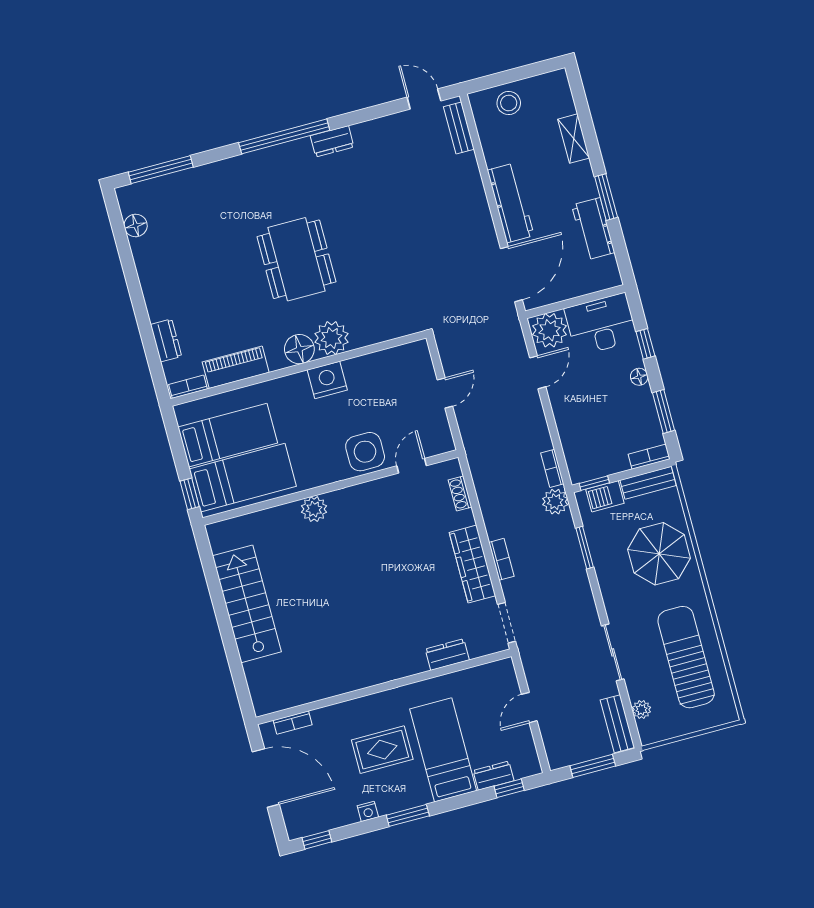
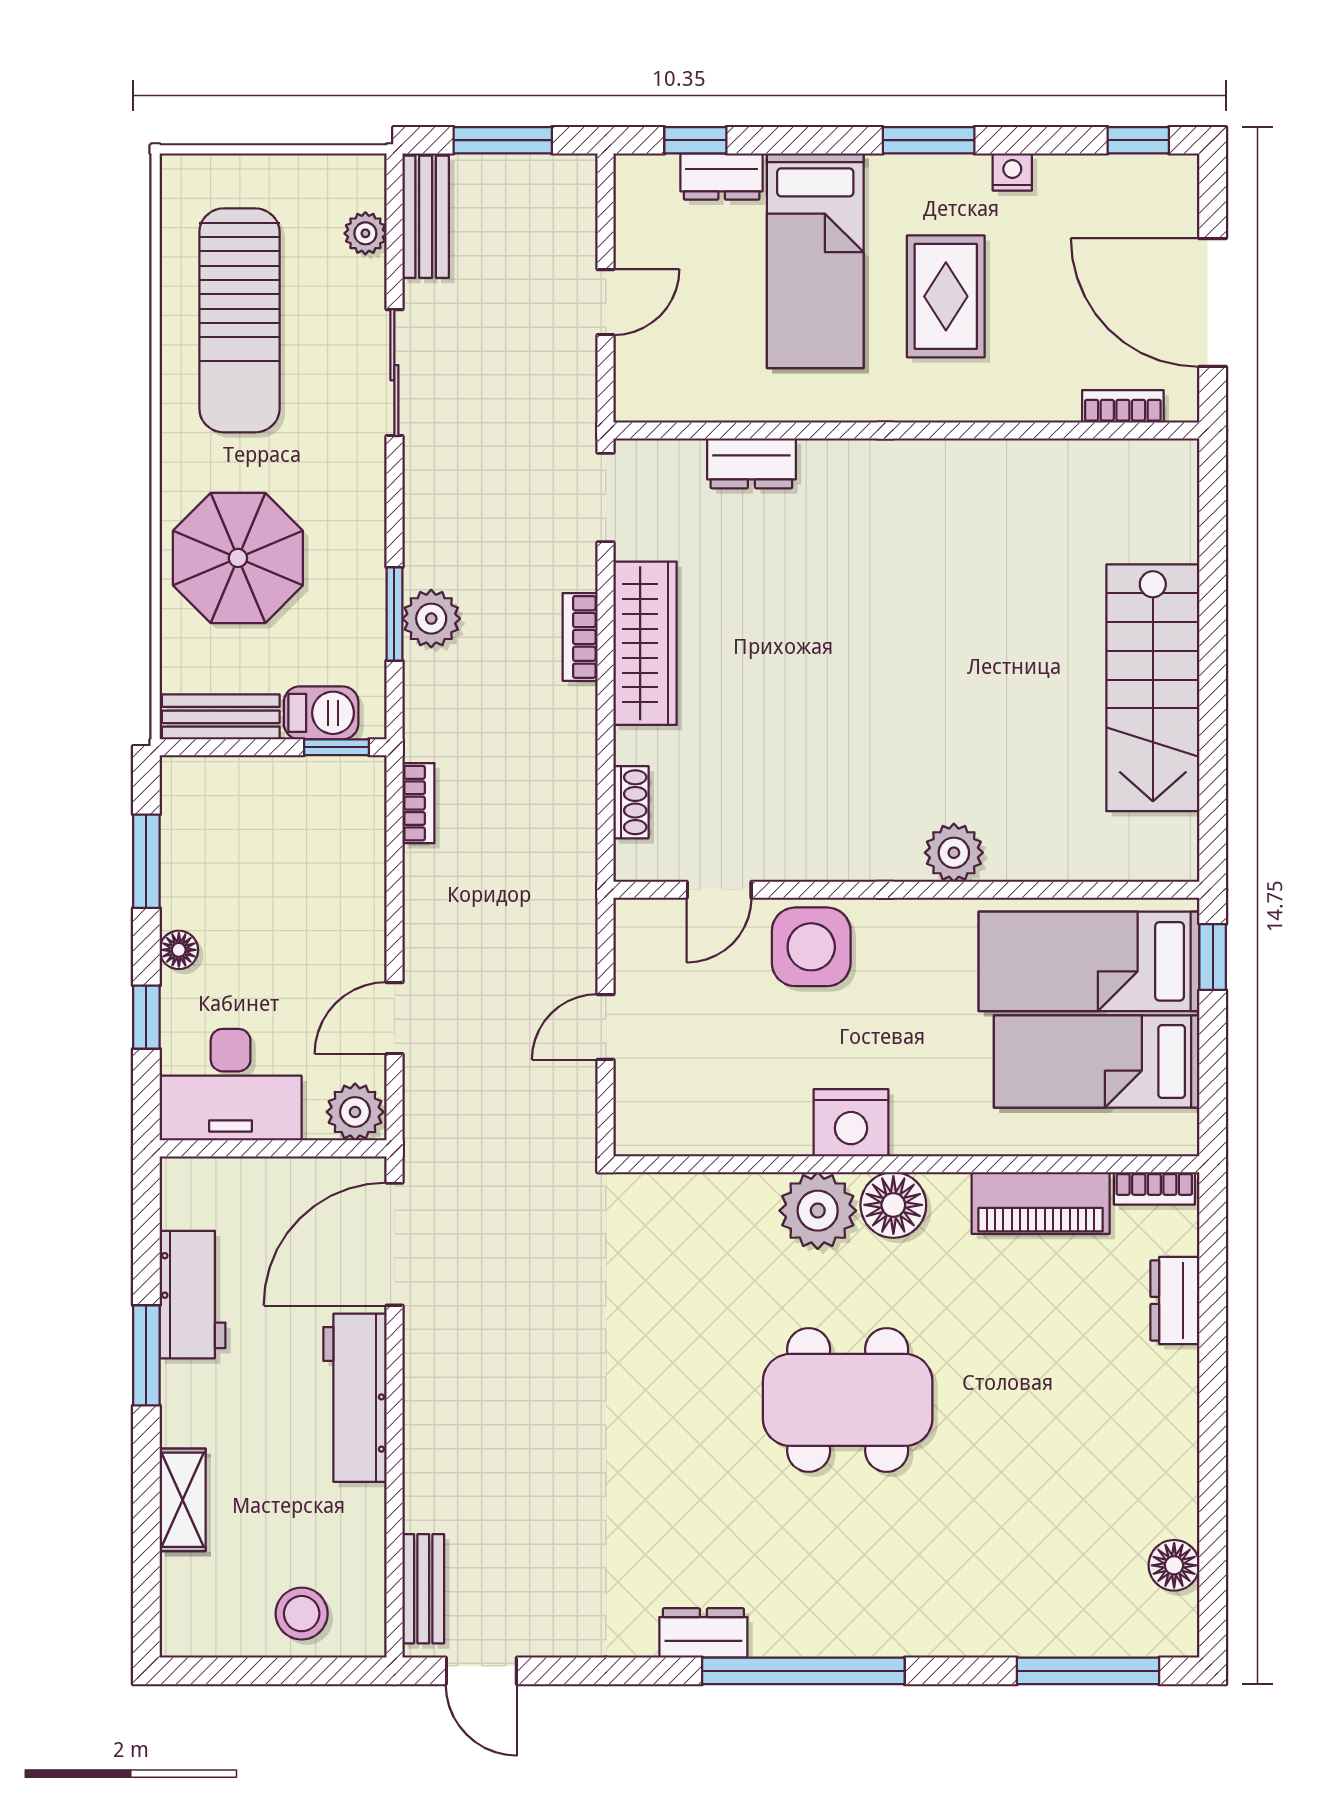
dining table: (297, 259) -> (848, 1400), turned 90
plant: (550, 330) -> (355, 1112), width x0.73, depth x0.73
bookcase: (649, 457) -> (203, 773), removed
plant: (555, 502) -> (431, 619), moved
rug: (382, 750) -> (946, 296), turned 90

